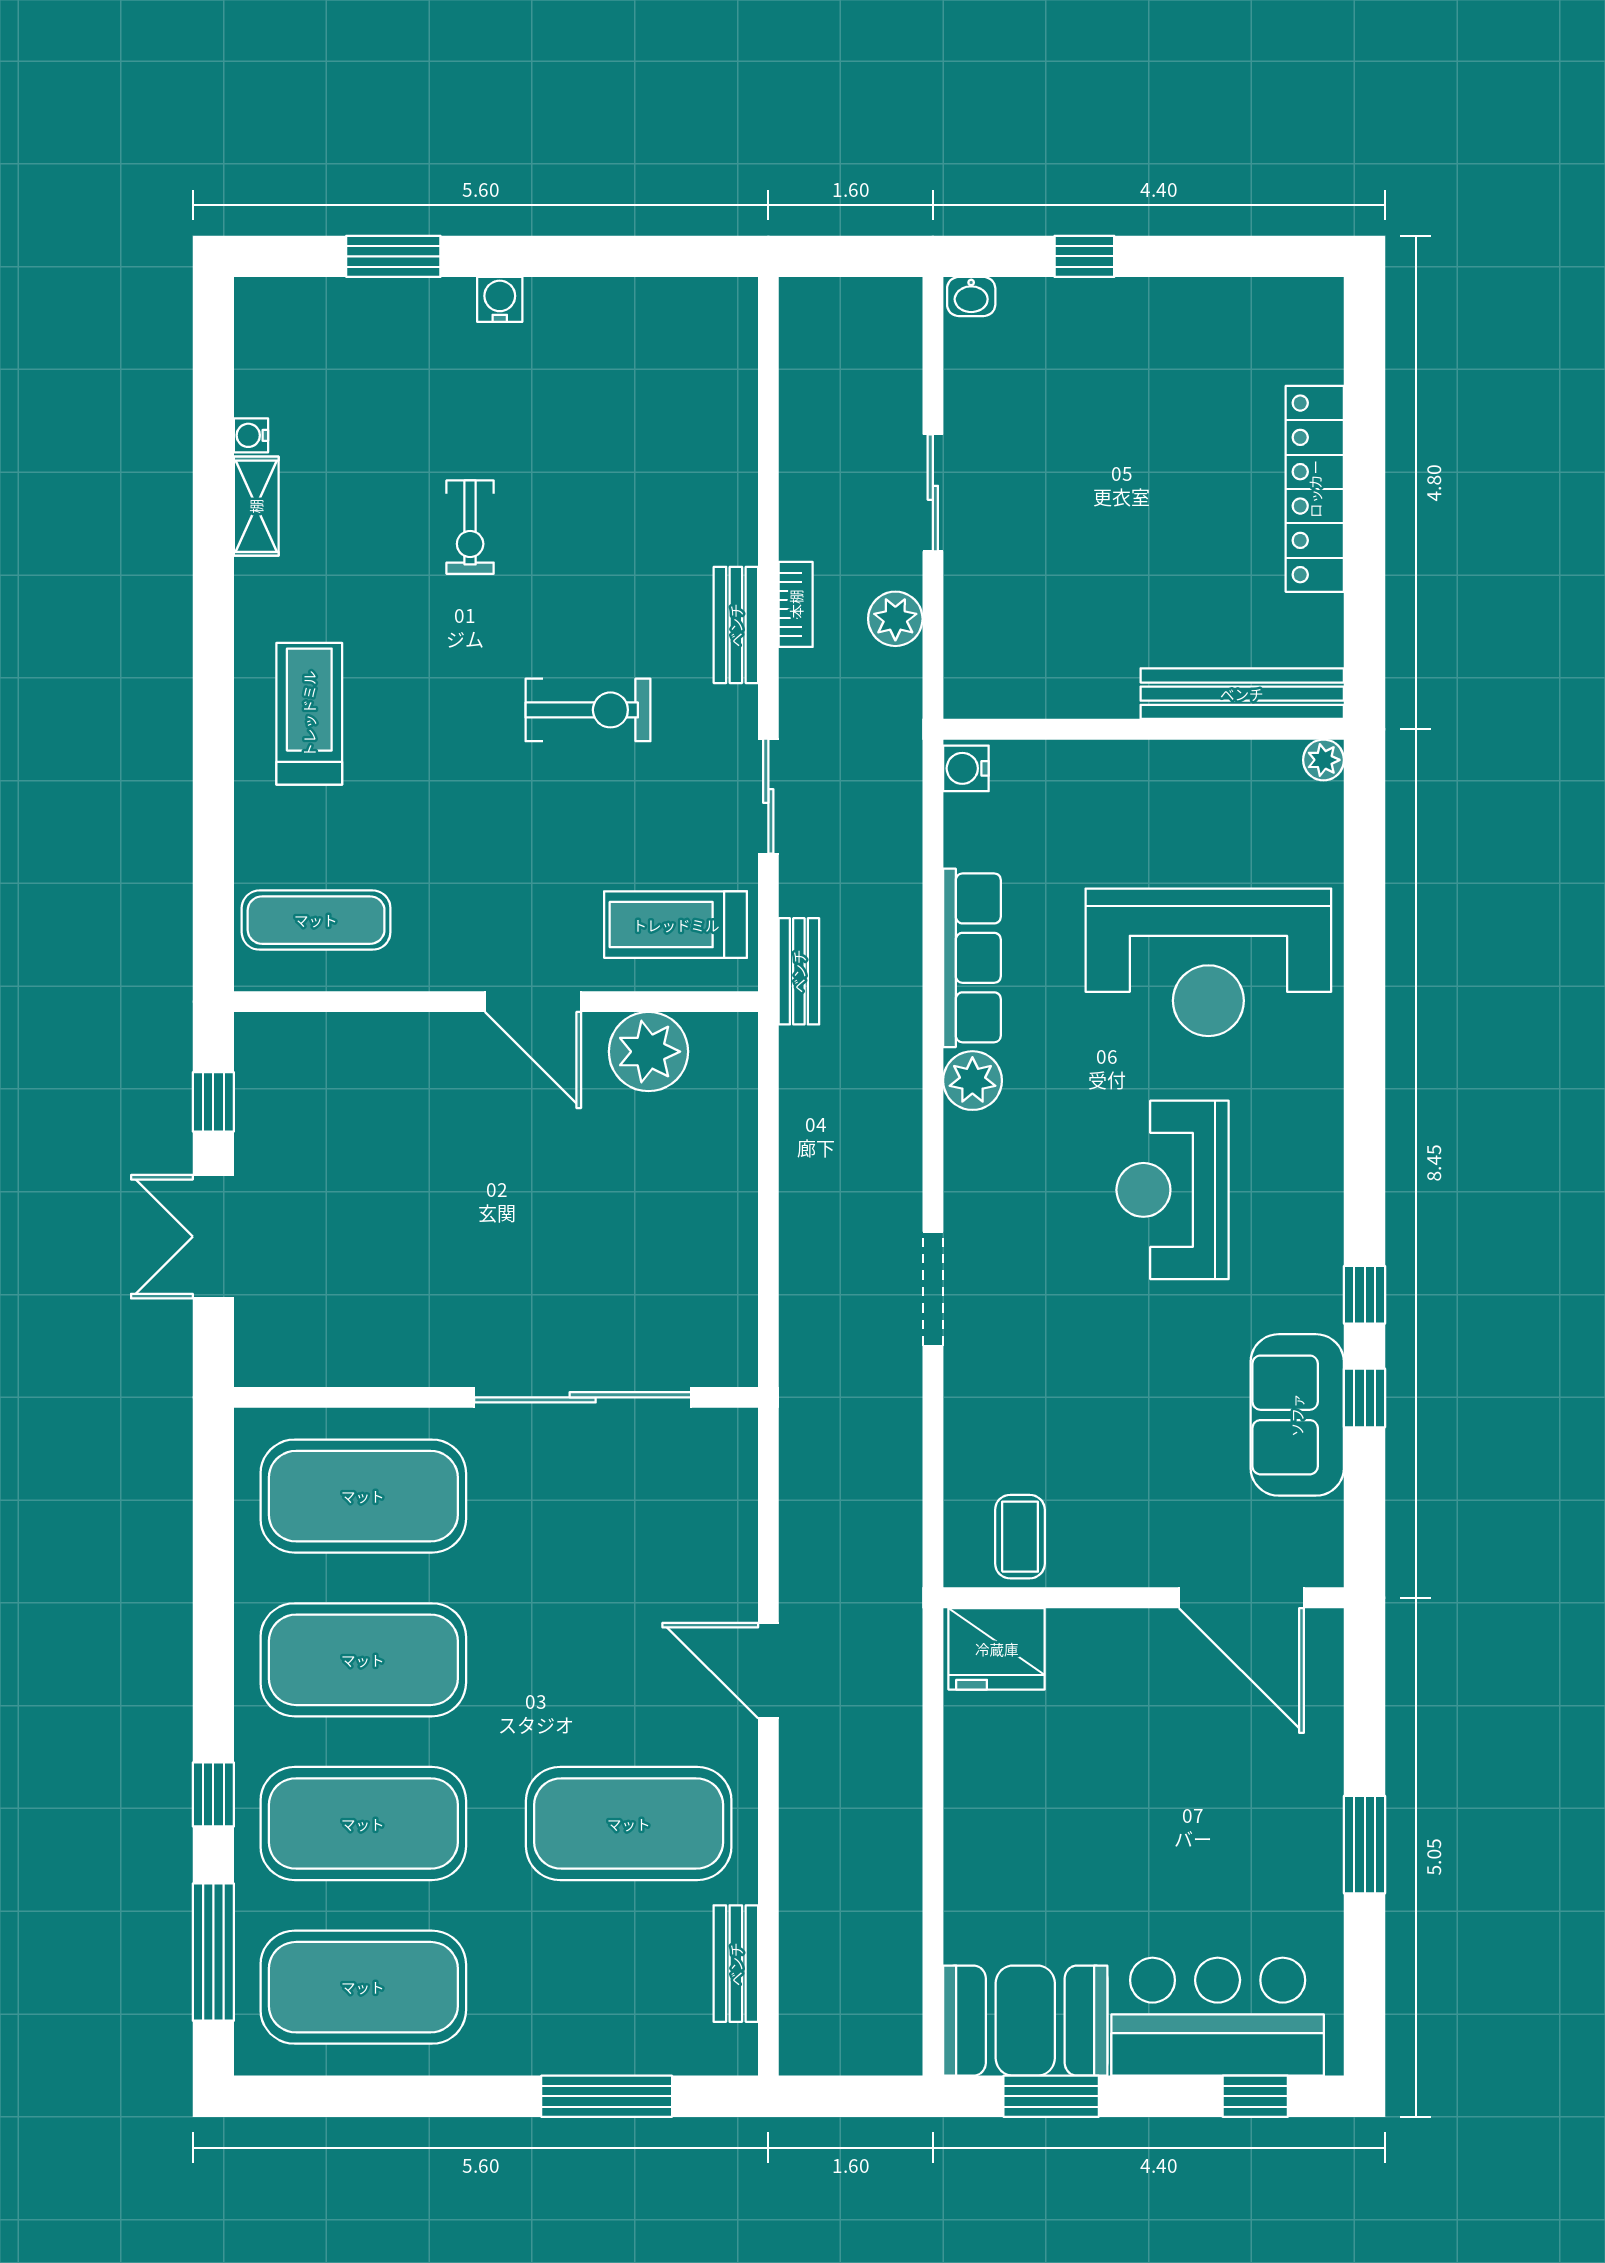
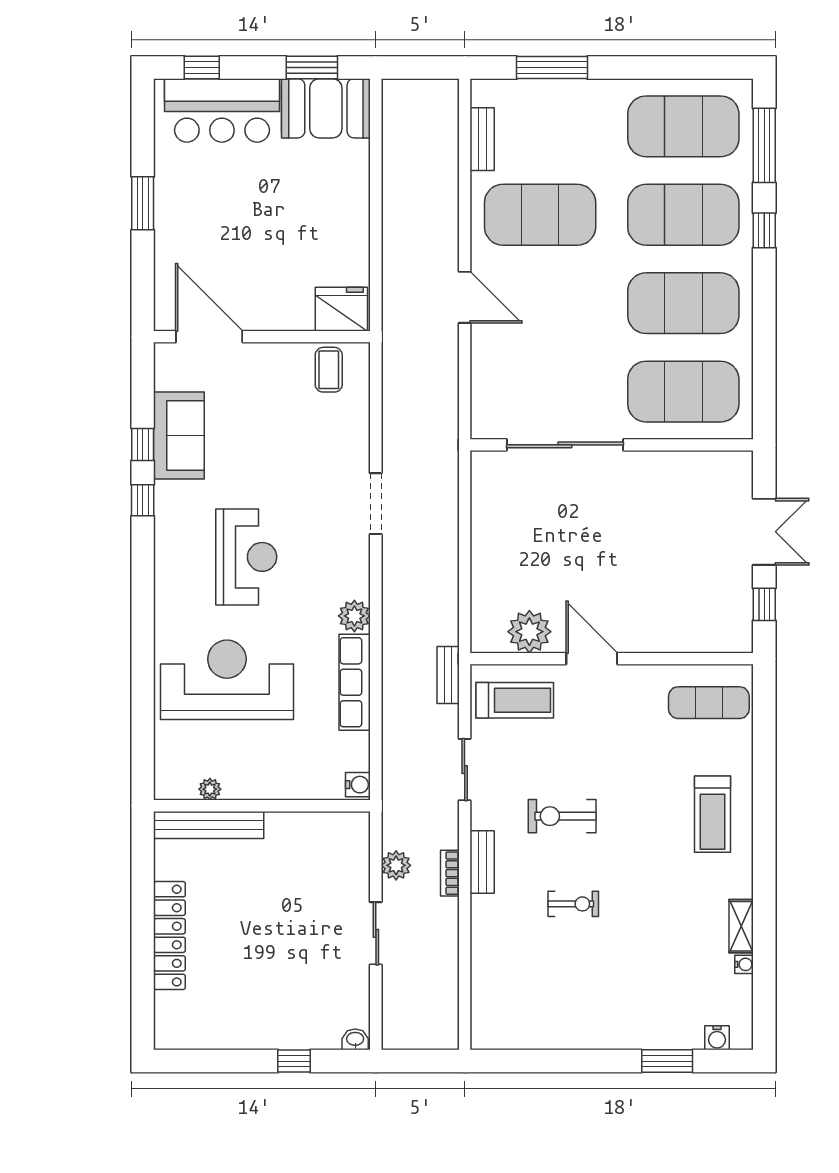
water cooler: (500, 299) -> (717, 1038), moved
exercise bike: (470, 527) -> (573, 904), moved, turned 90
plant: (1324, 760) -> (210, 789), moved

